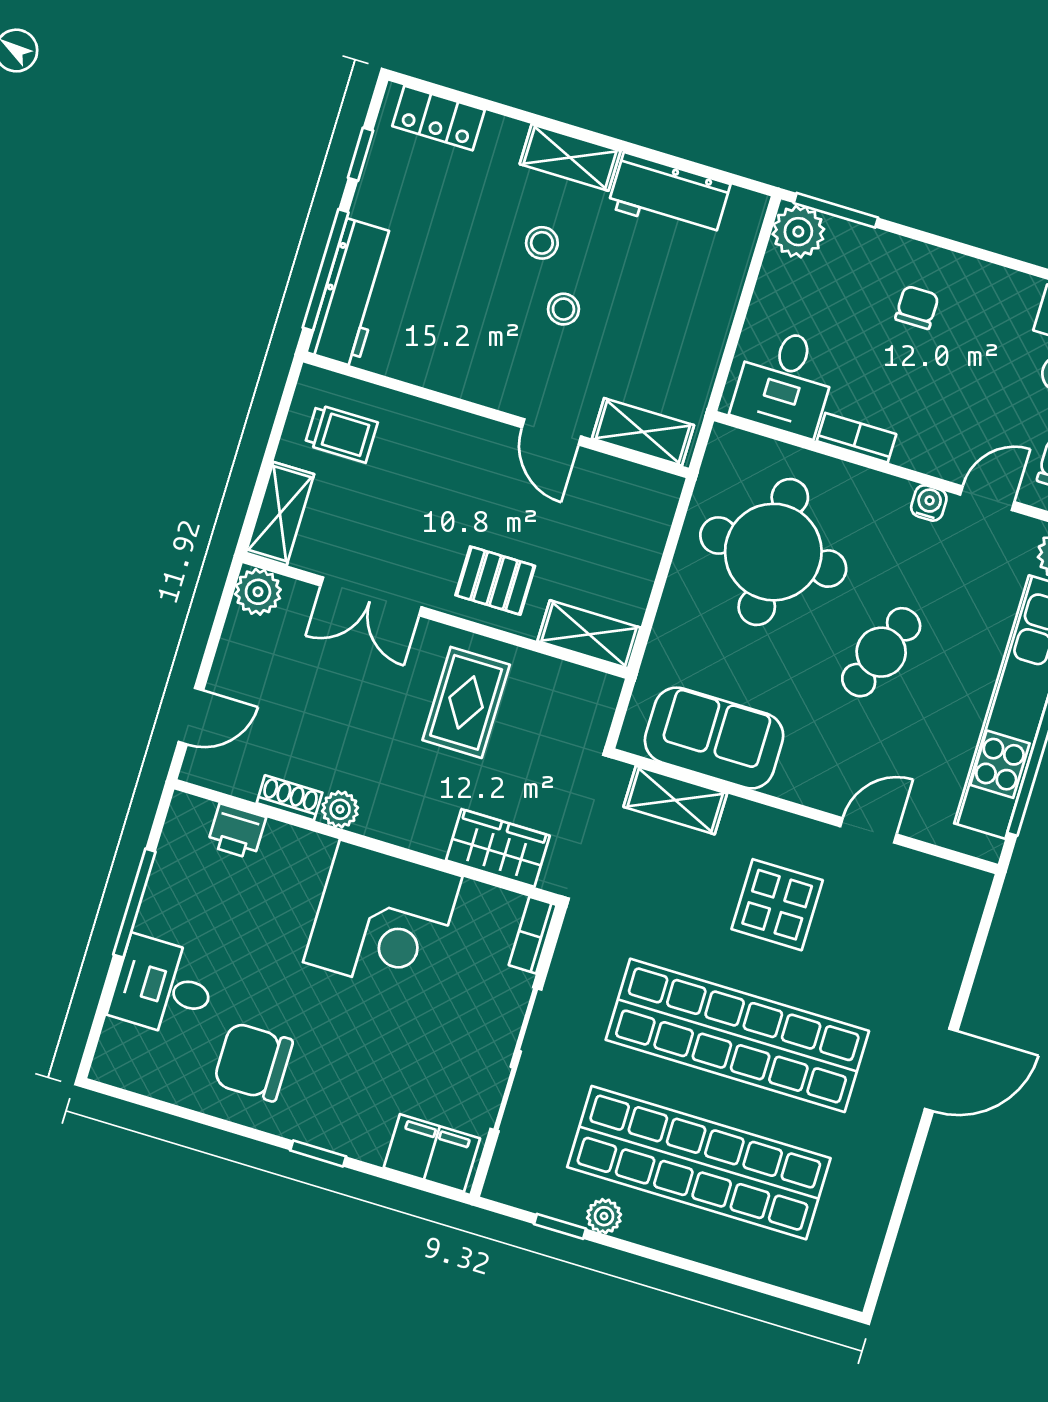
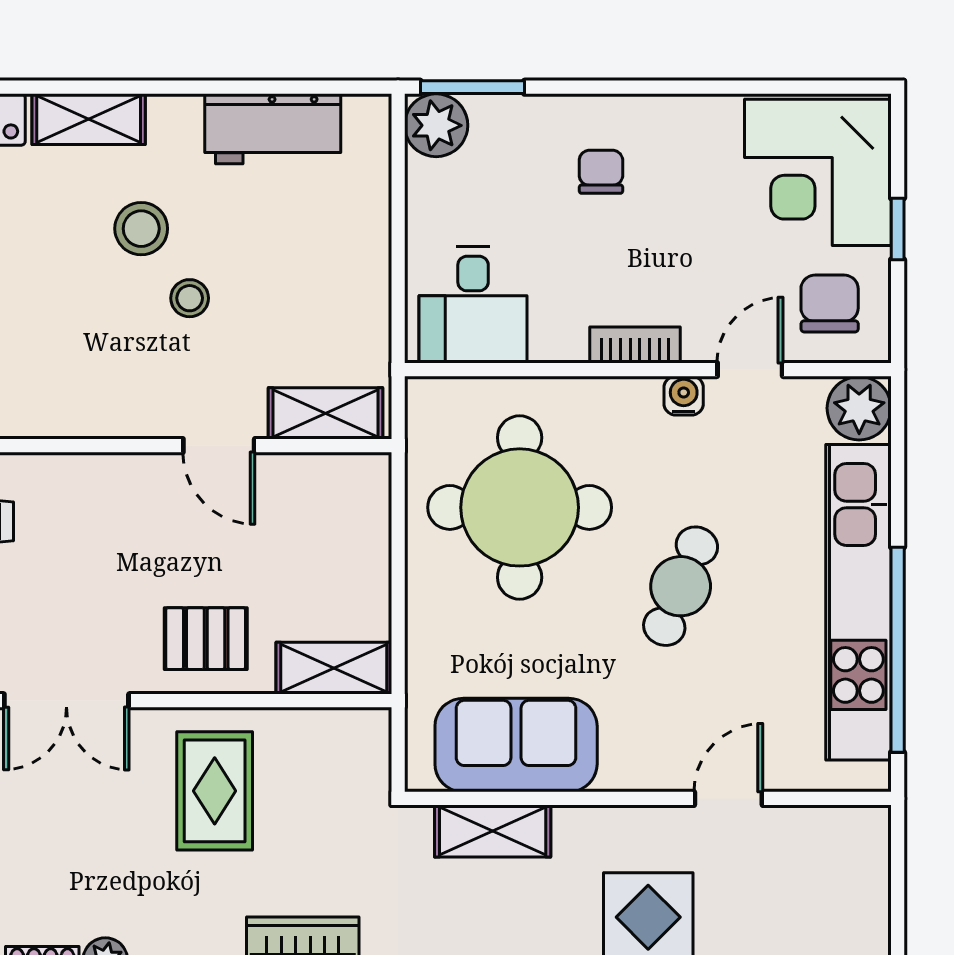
shelving: (570, 157) -> (89, 119), moved
stool: (542, 243) -> (141, 229), width x1.37, depth x1.37
bookcase: (857, 438) -> (635, 345), moved

